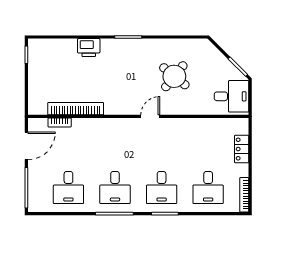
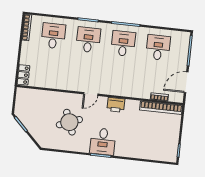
printer: (89, 48) -> (116, 105), moved, turned 180
round table: (174, 76) -> (69, 122), turned 30
desk: (231, 96) -> (103, 142), moved, turned -90
bookcase: (76, 109) -> (161, 108), moved
locker: (242, 149) -> (23, 75), moved

